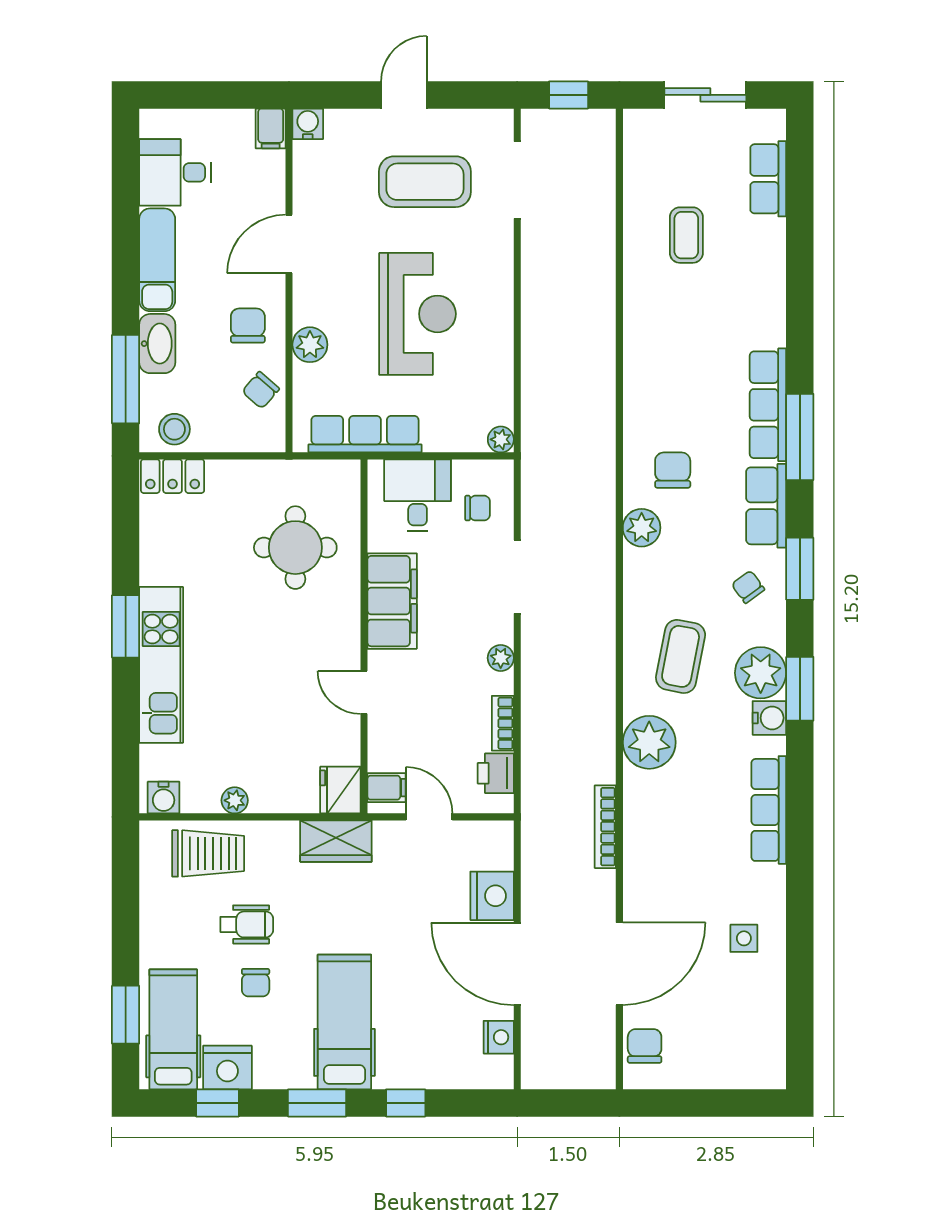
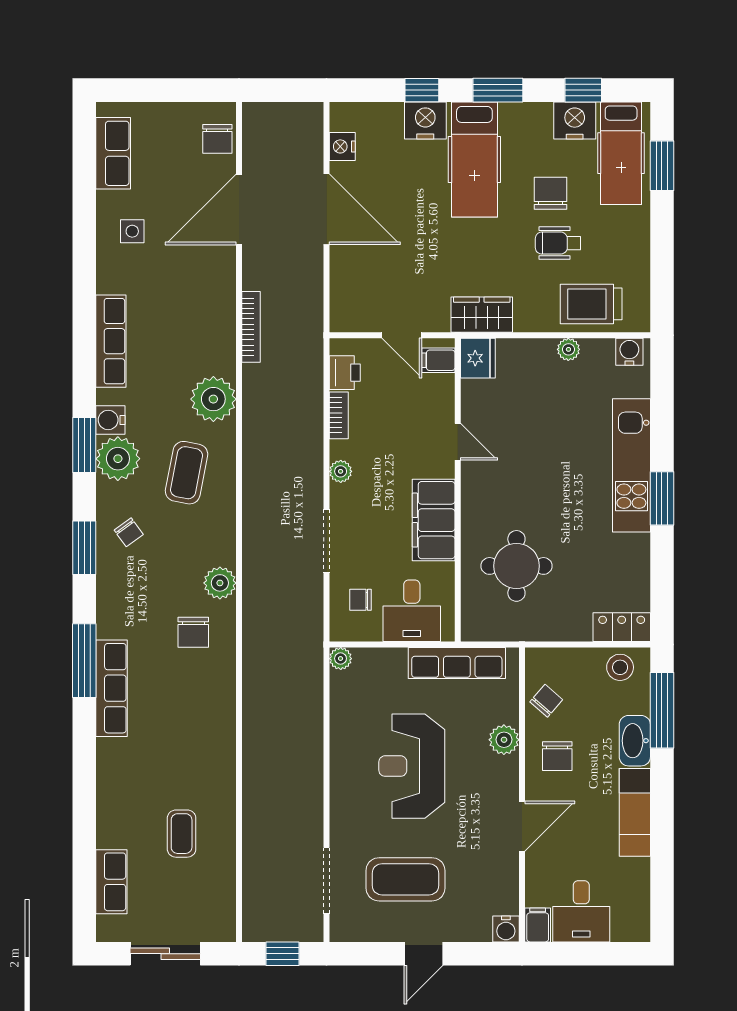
desk: (175, 172) -> (581, 911), moved, turned 90
row of seats: (766, 506) -> (113, 153), moved
nightstand: (492, 896) -> (425, 120), moved, turned 90
chair: (256, 983) -> (551, 193), width x1.37, depth x1.37

